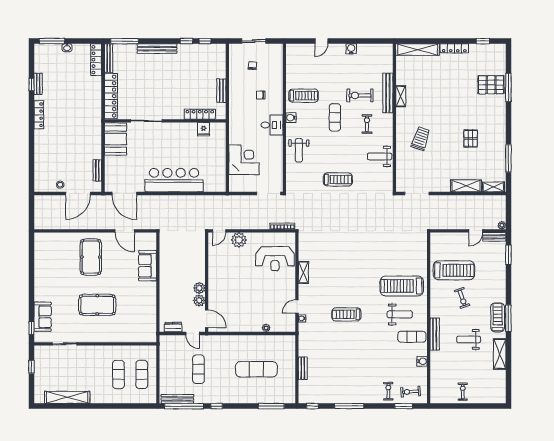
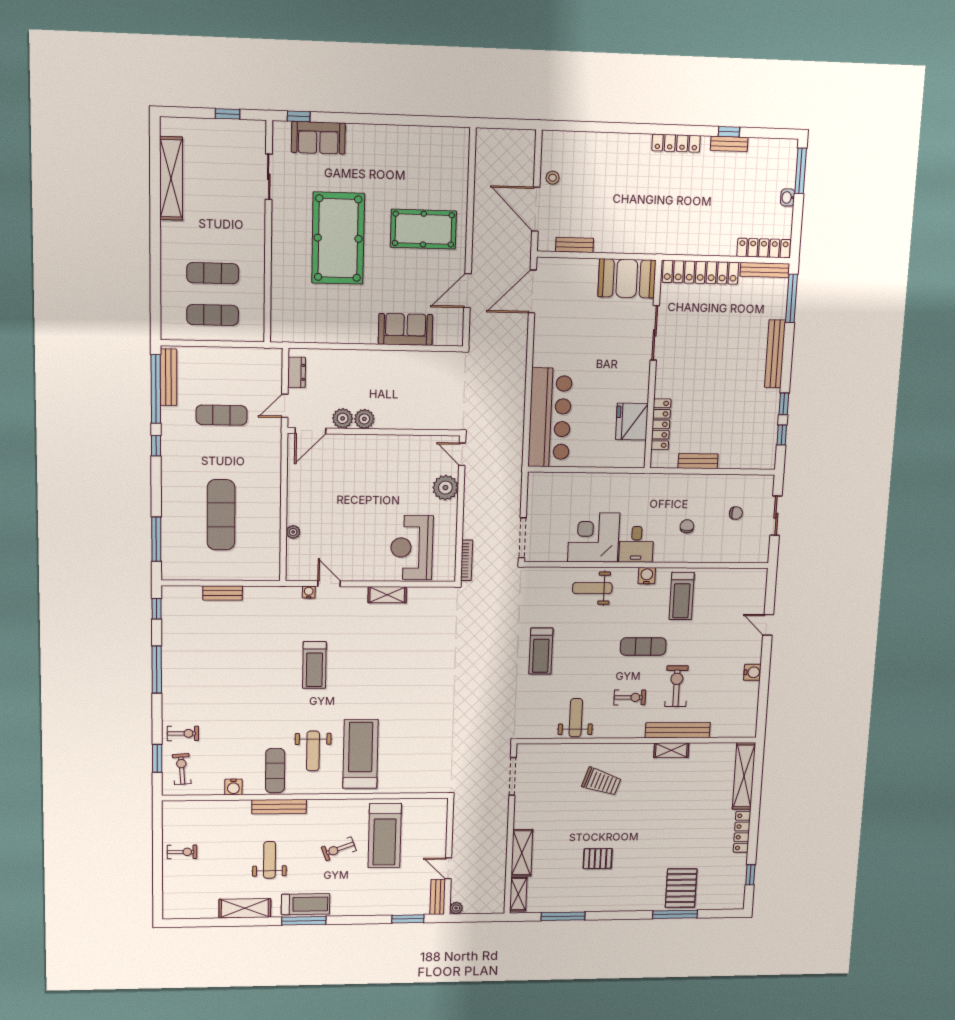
fridge: (204, 129) -> (632, 422), width x1.88, depth x1.34
corner desk: (244, 160) -> (594, 537), moved, turned 180
bar counter: (174, 180) -> (550, 418), moved
pool table: (97, 305) -> (338, 238), width x1.36, depth x1.32
treadmill: (346, 314) -> (314, 665), turned 180

